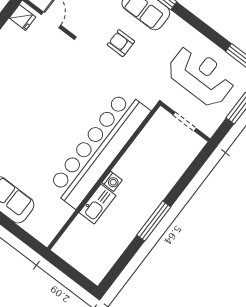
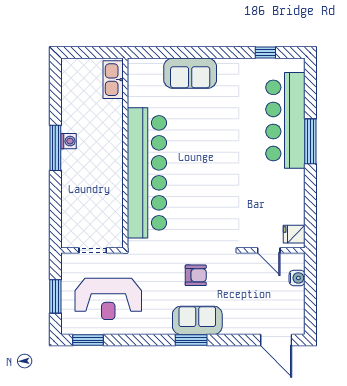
washing machine: (112, 181) -> (68, 141), moved, turned 180
kitchen sink: (98, 204) -> (113, 80), moved

